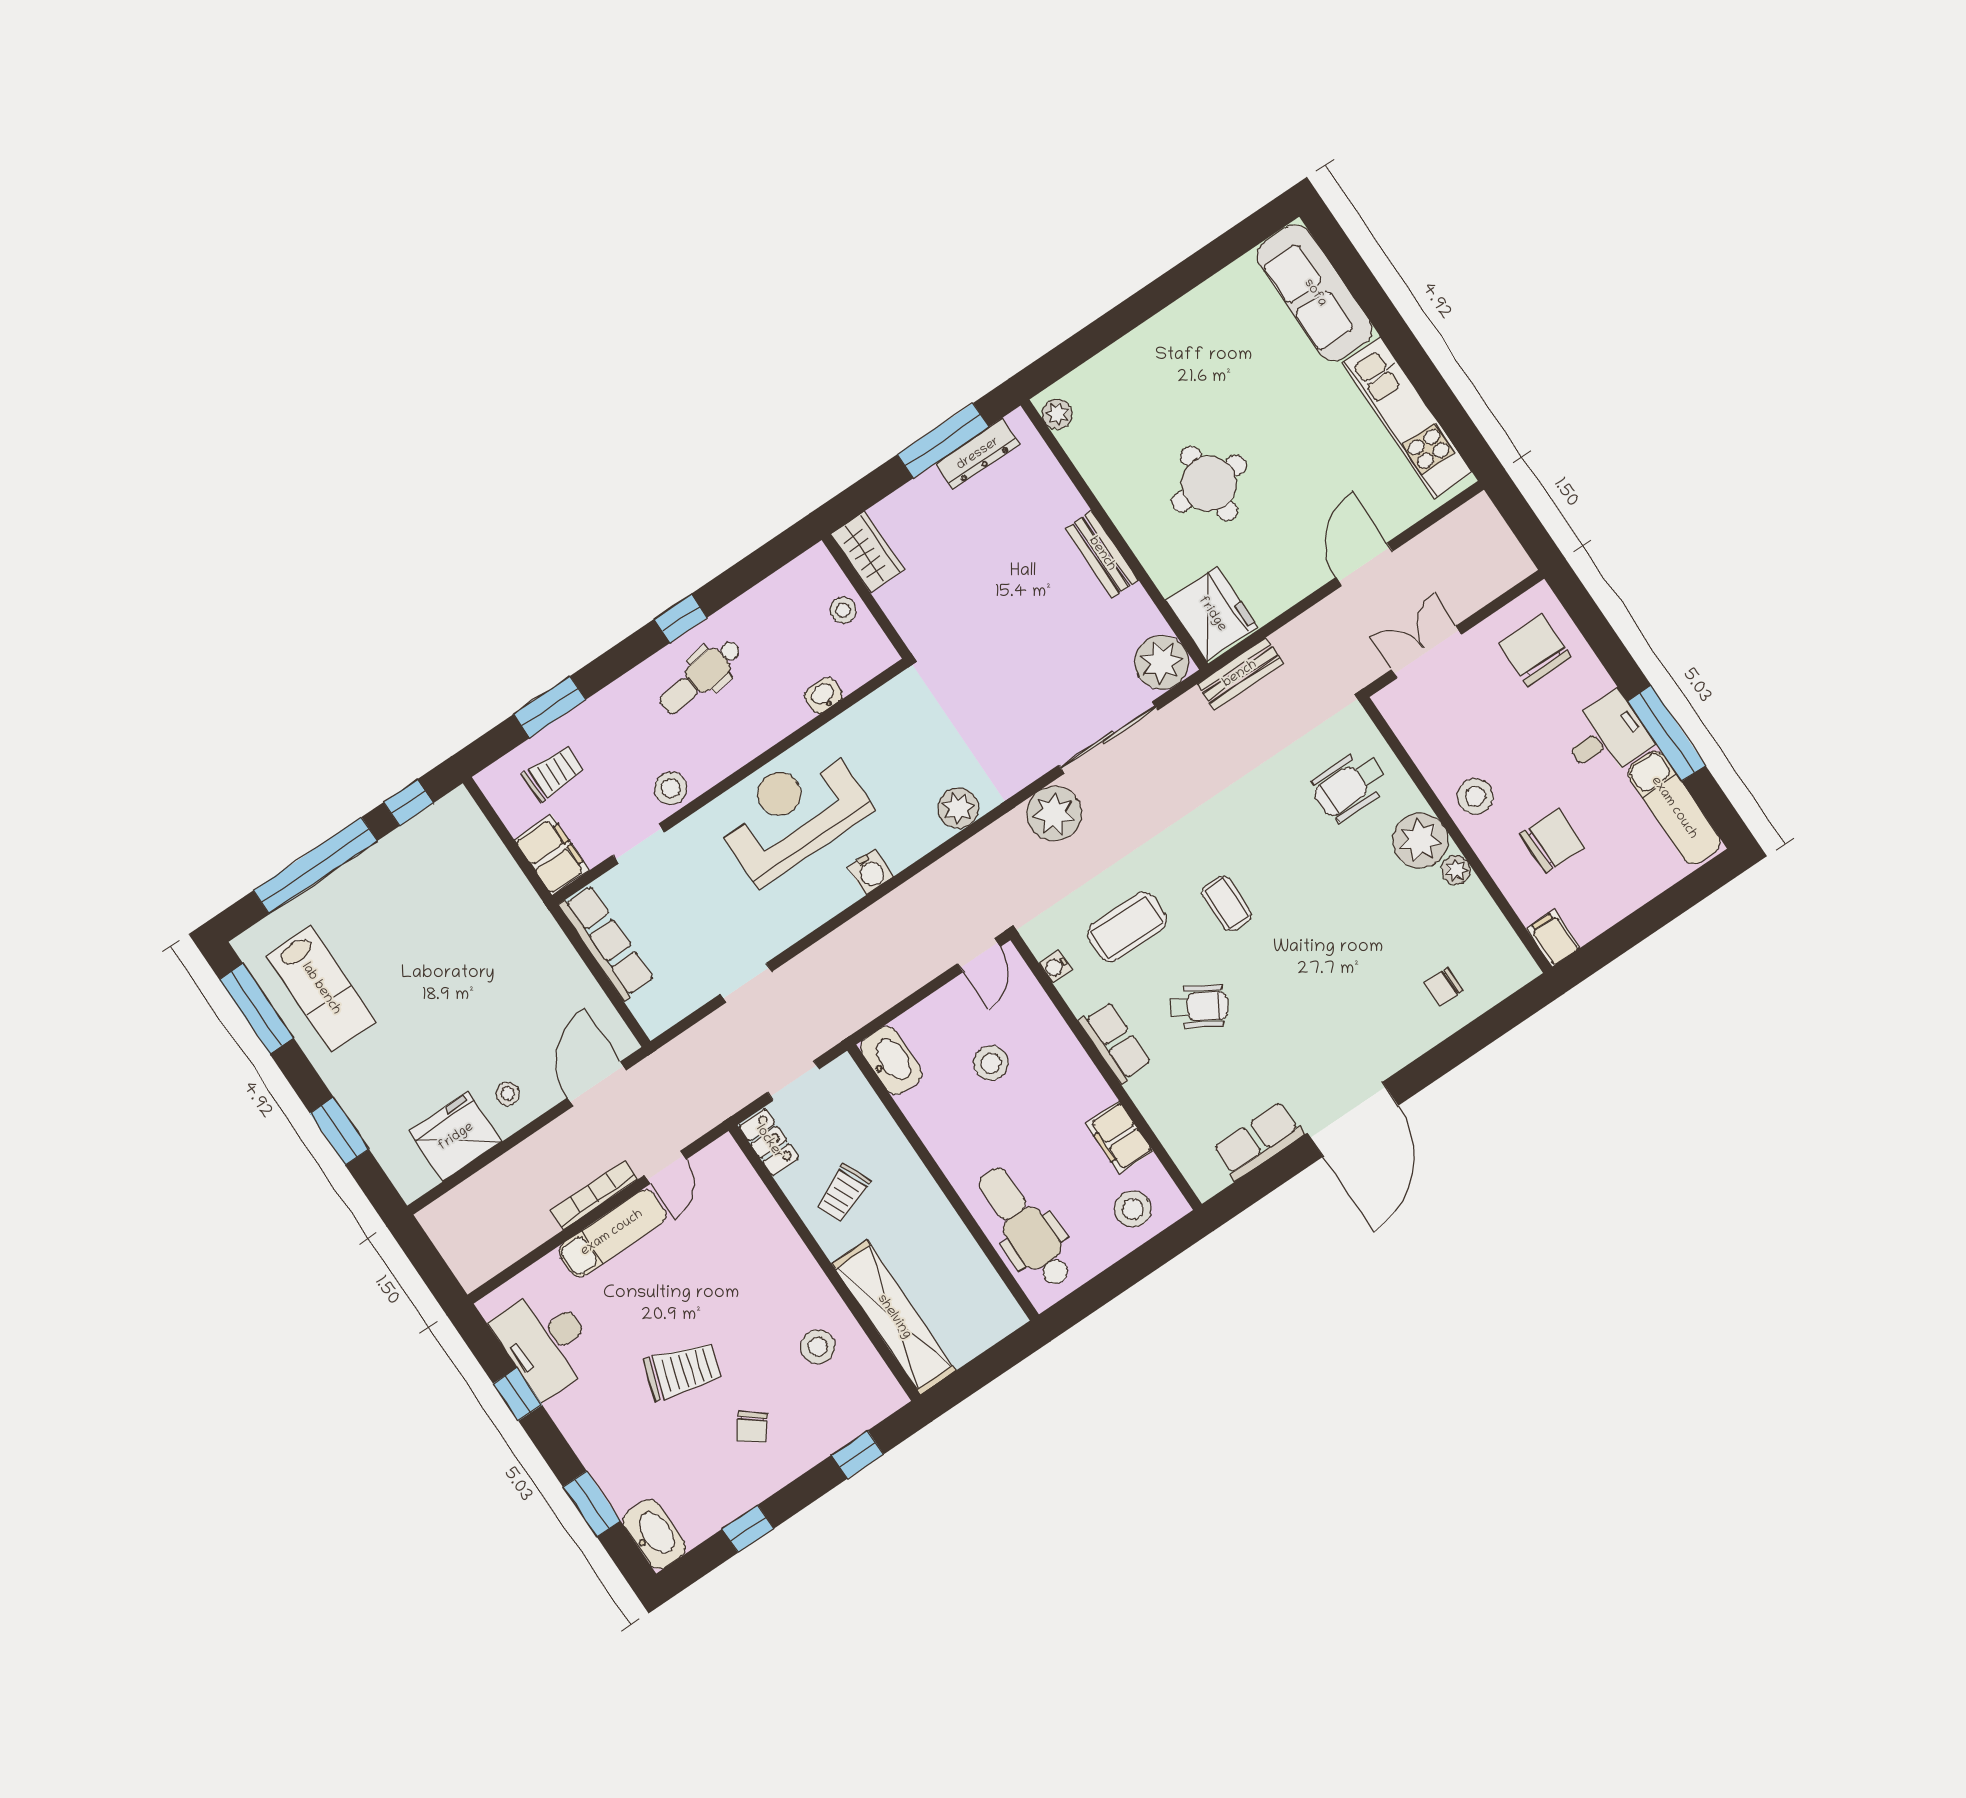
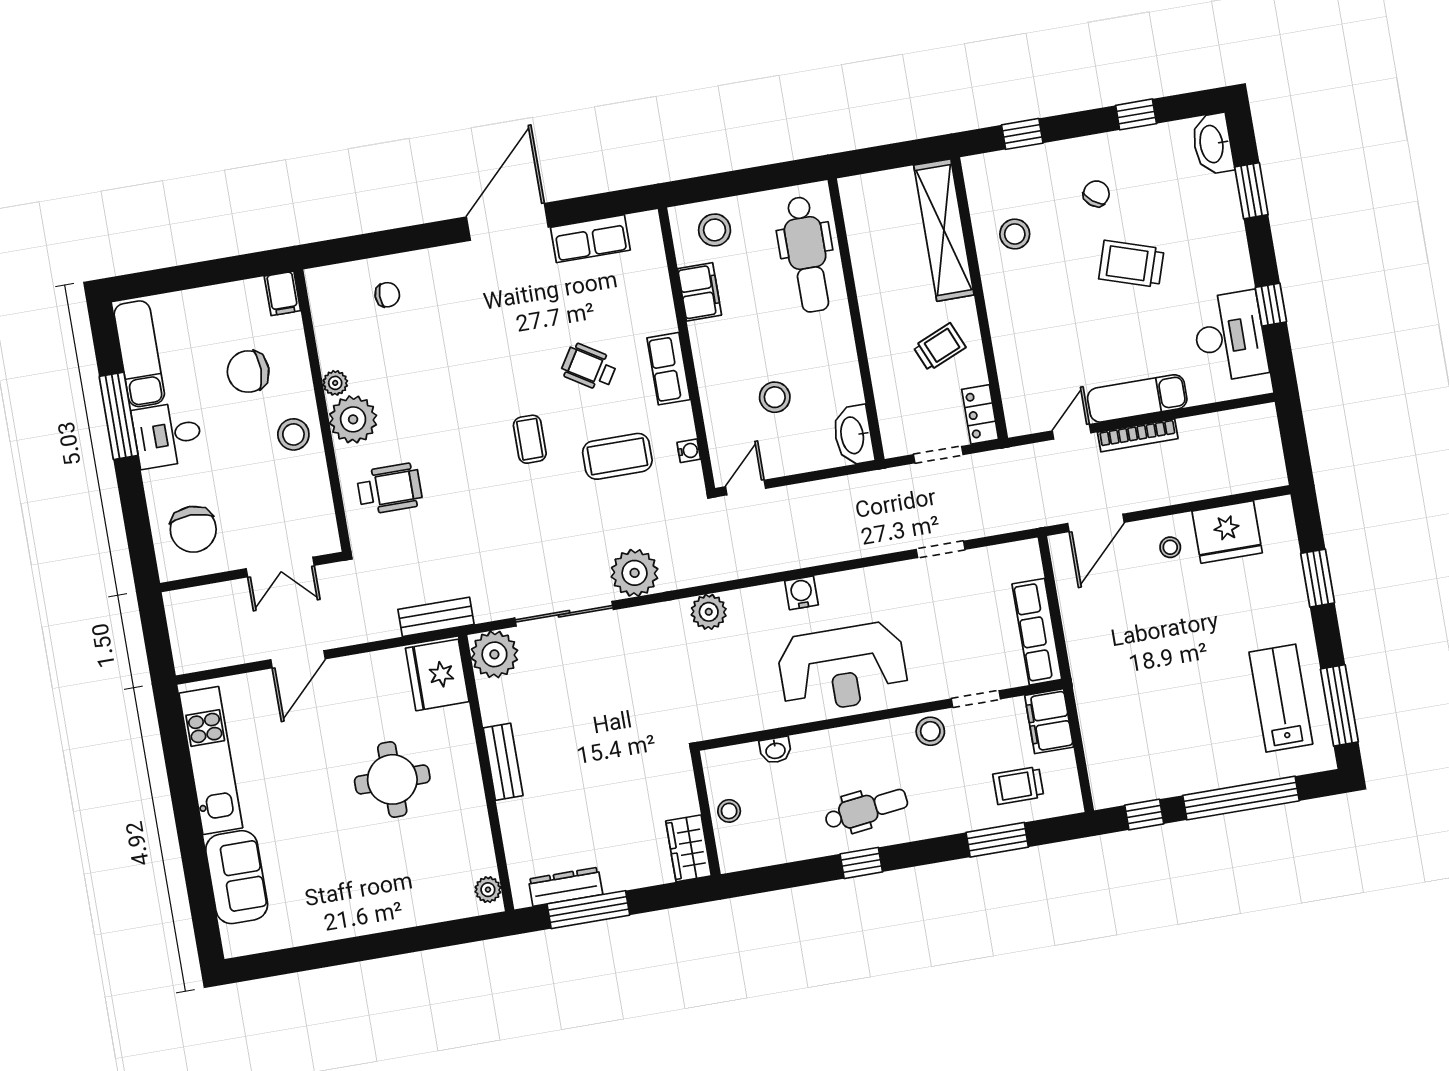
sofa: (1315, 293) -> (237, 877), width x0.73

